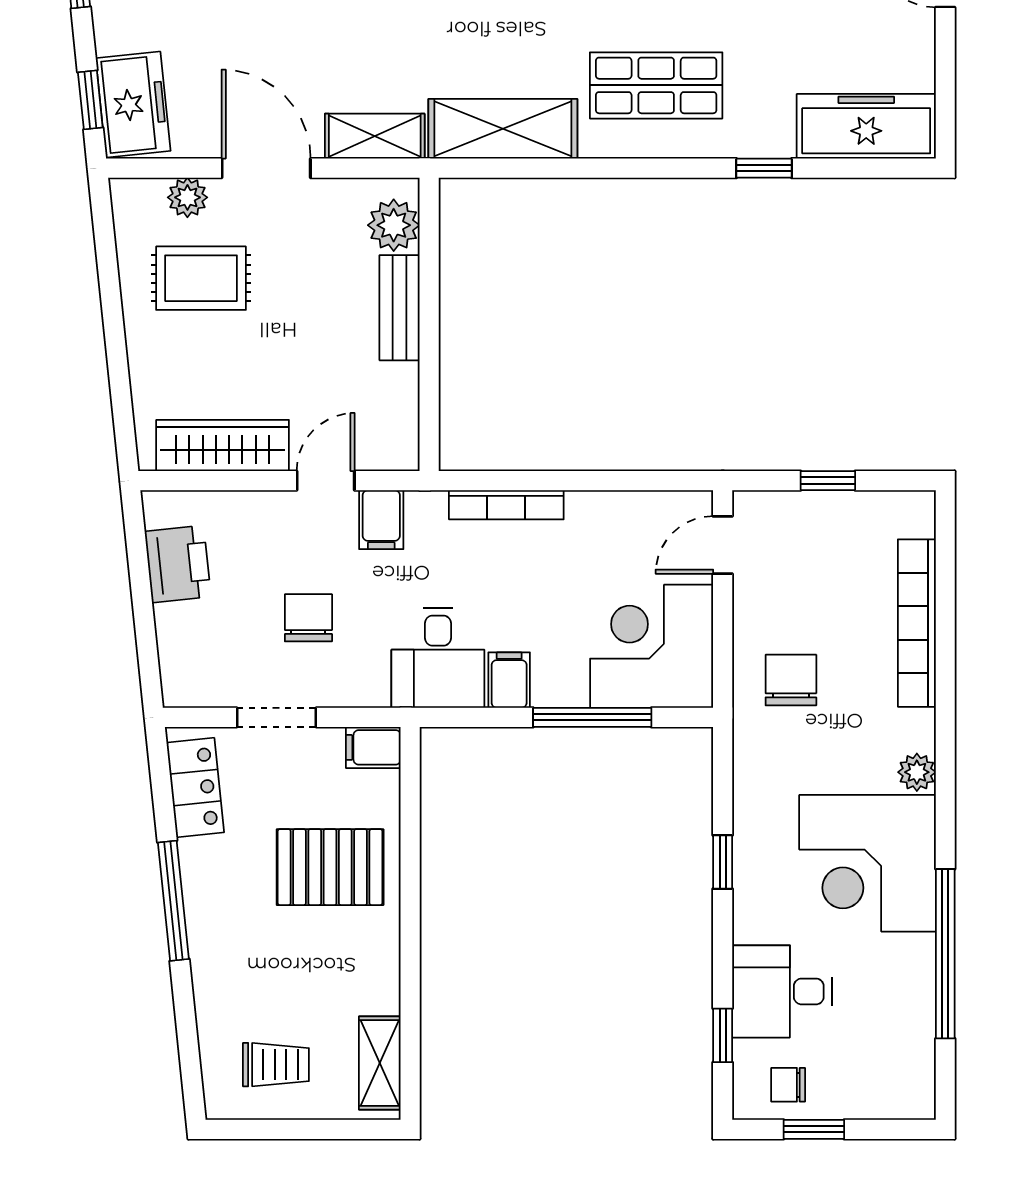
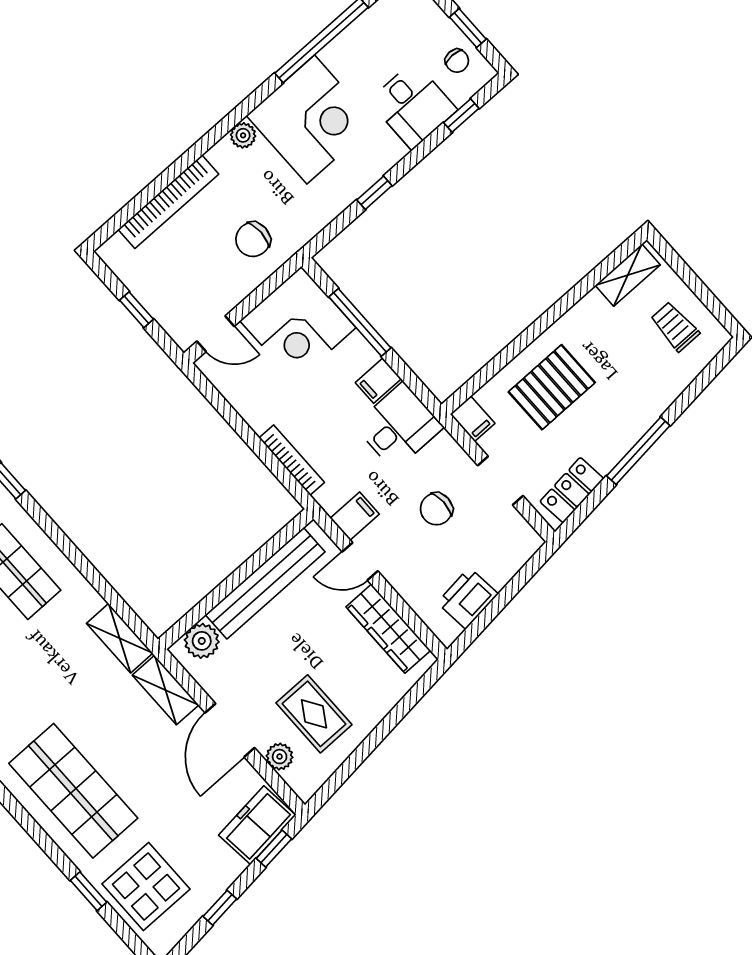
shelving: (503, 129) -> (120, 638), width x0.67, depth x0.75
bench: (400, 308) -> (265, 583), width x1.86, depth x1.21
pallet: (330, 867) -> (552, 387), turned 90

